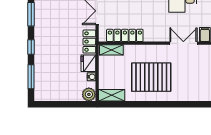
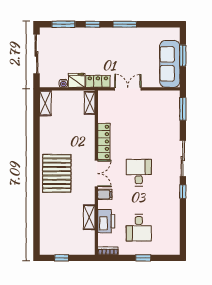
locker: (125, 35) -> (104, 141), moved
pallet: (151, 77) -> (57, 173), moved
plant: (89, 94) -> (46, 81), removed
sliding door: (61, 104) -> (37, 54), added

